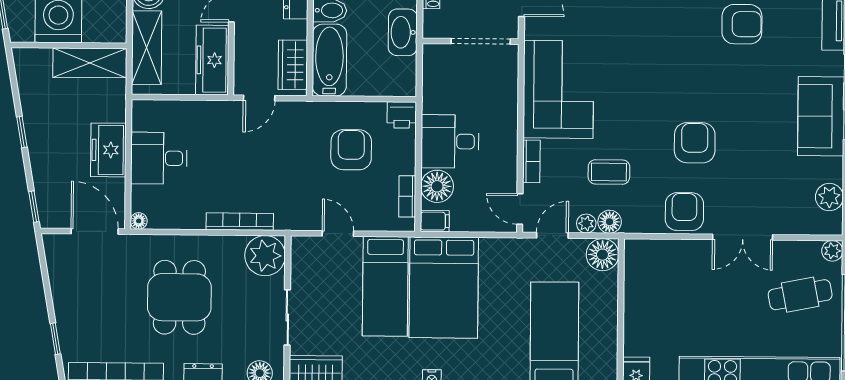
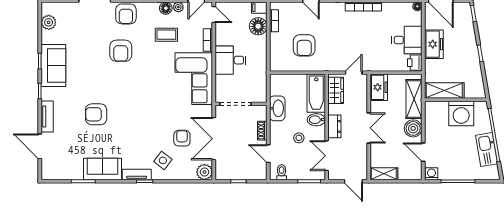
freezer: (212, 60) -> (379, 87), width x0.71
printer: (402, 115) -> (415, 63), moved, turned -90
desk: (450, 141) -> (231, 60), moved, turned 180

